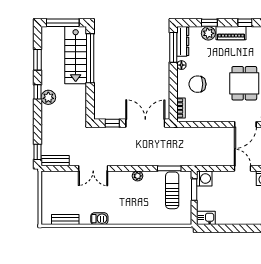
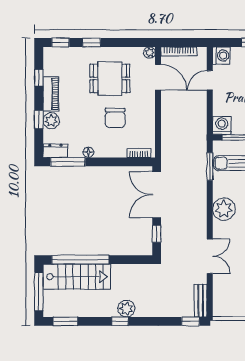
dresser: (183, 41) -> (55, 151), width x0.70
window: (37, 60) -> (65, 321), moved
chair: (197, 84) -> (115, 118), moved
plant: (138, 176) -> (224, 209), width x1.88, depth x1.88

